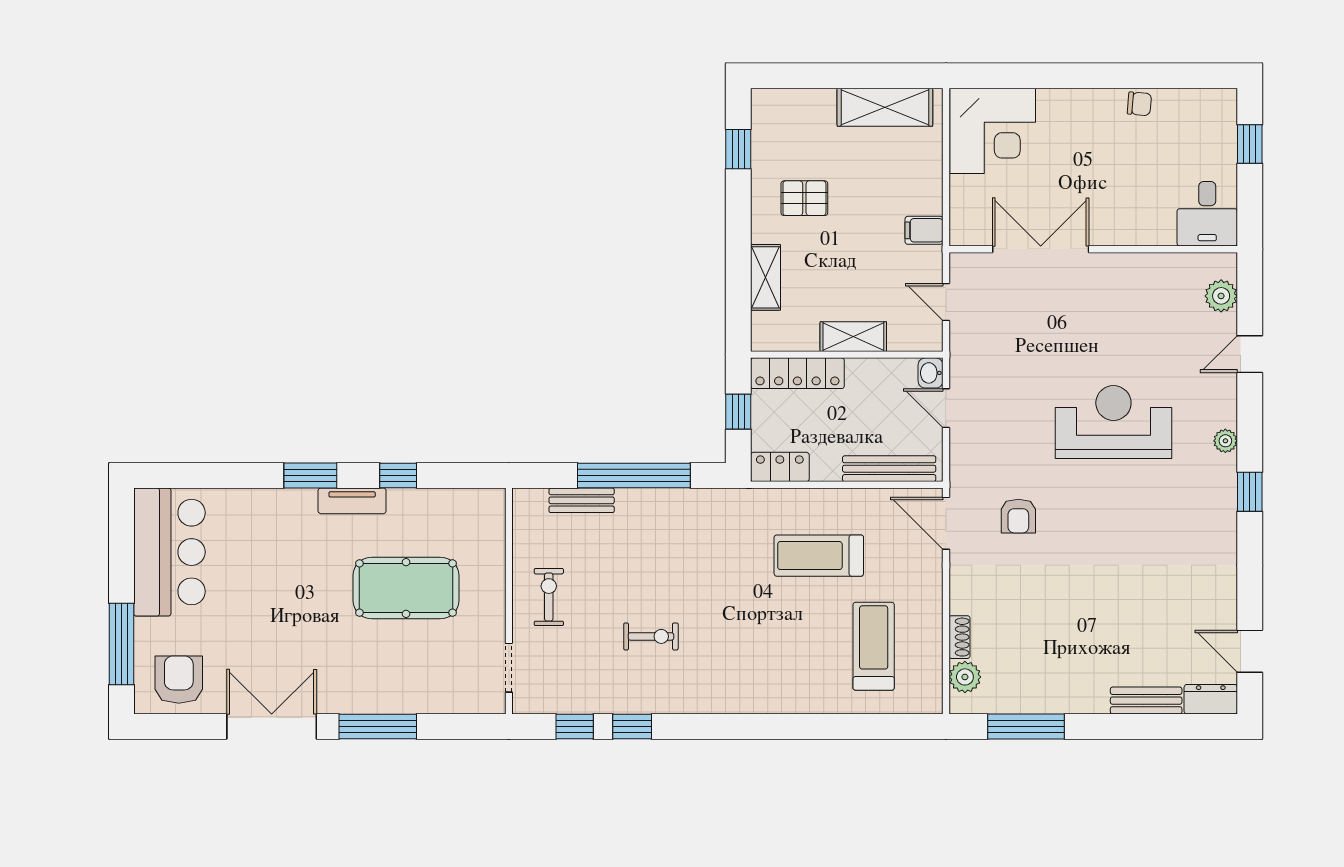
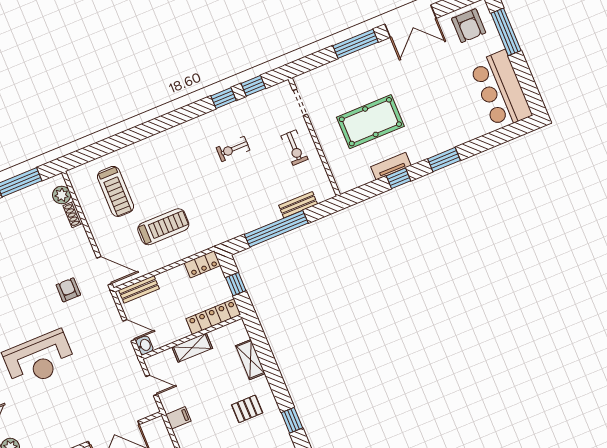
bench: (889, 469) -> (139, 289), width x0.73
tv unit: (352, 501) -> (391, 166), moved

